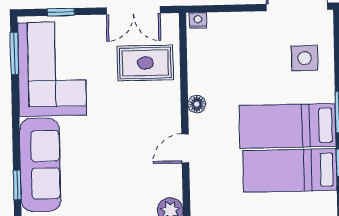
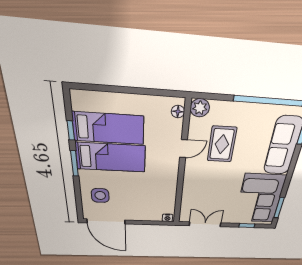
rug: (145, 63) -> (222, 144), moved, turned 90
floor lamp: (197, 104) -> (178, 112), moved

